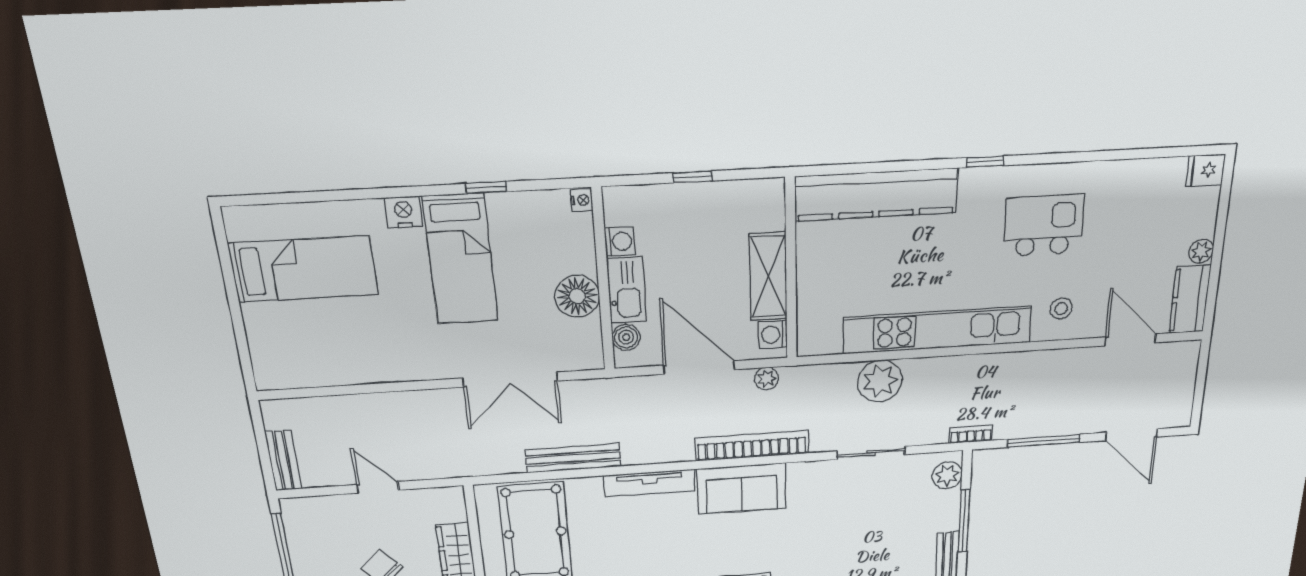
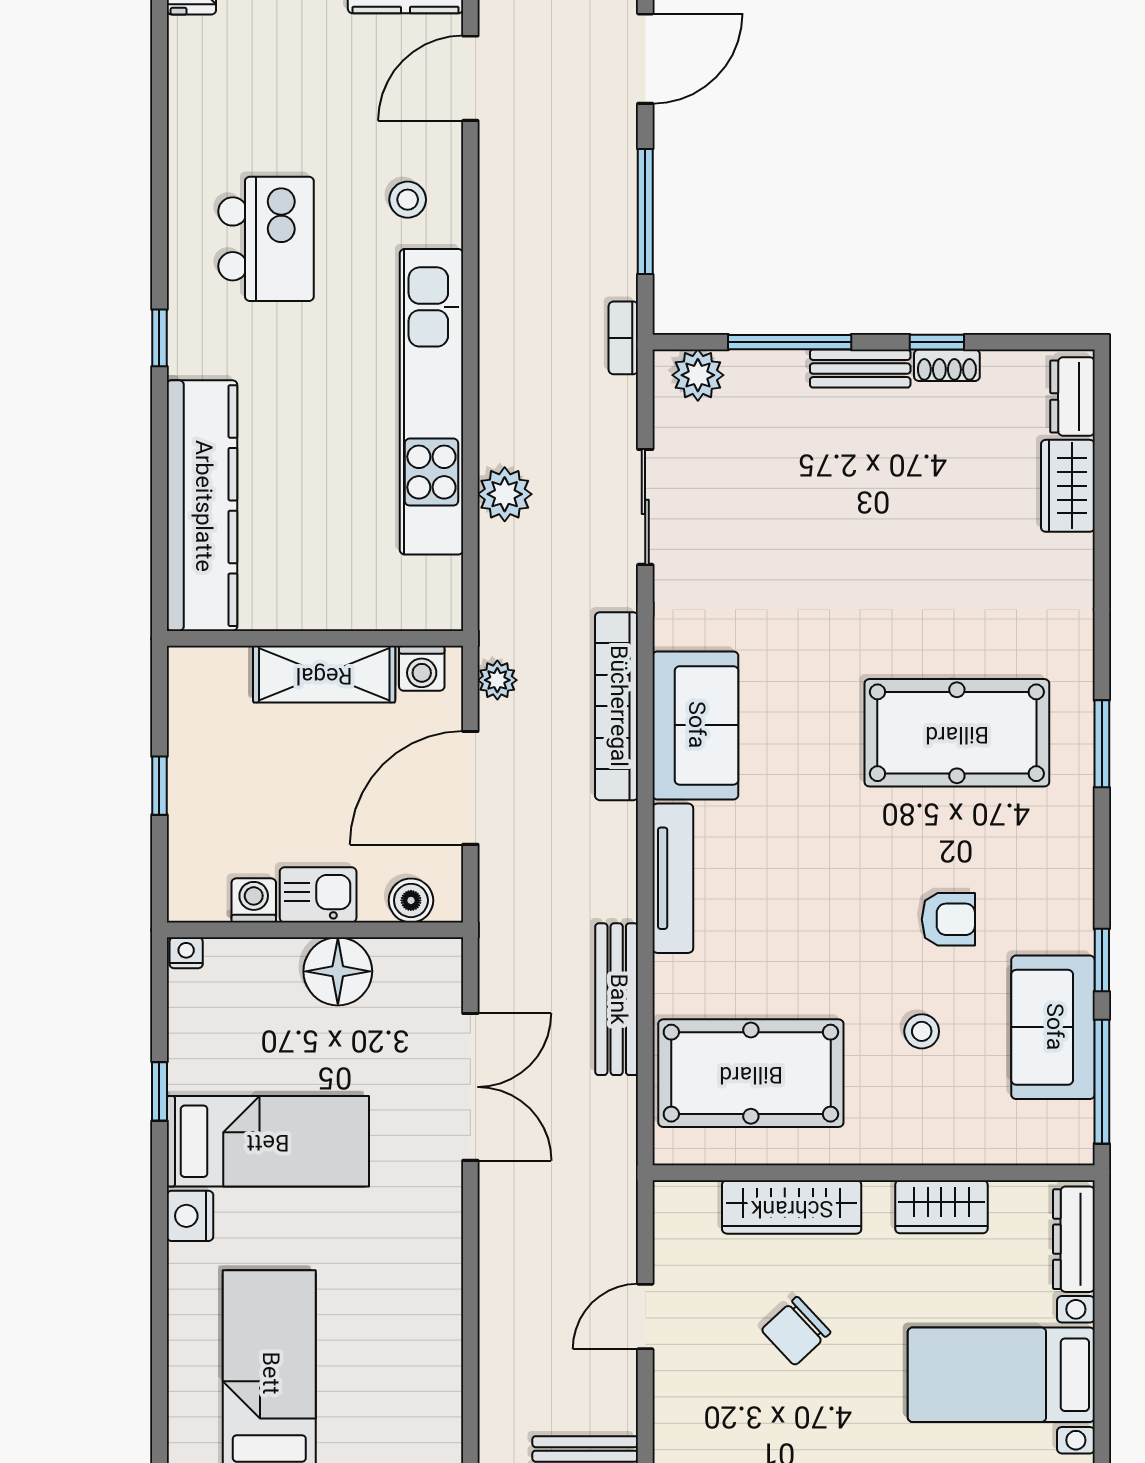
kitchen island: (1044, 225) -> (266, 239), turned 180
kitchen sink: (627, 290) -> (318, 895), width x0.73
plant: (880, 381) -> (505, 494), width x0.73, depth x0.73

